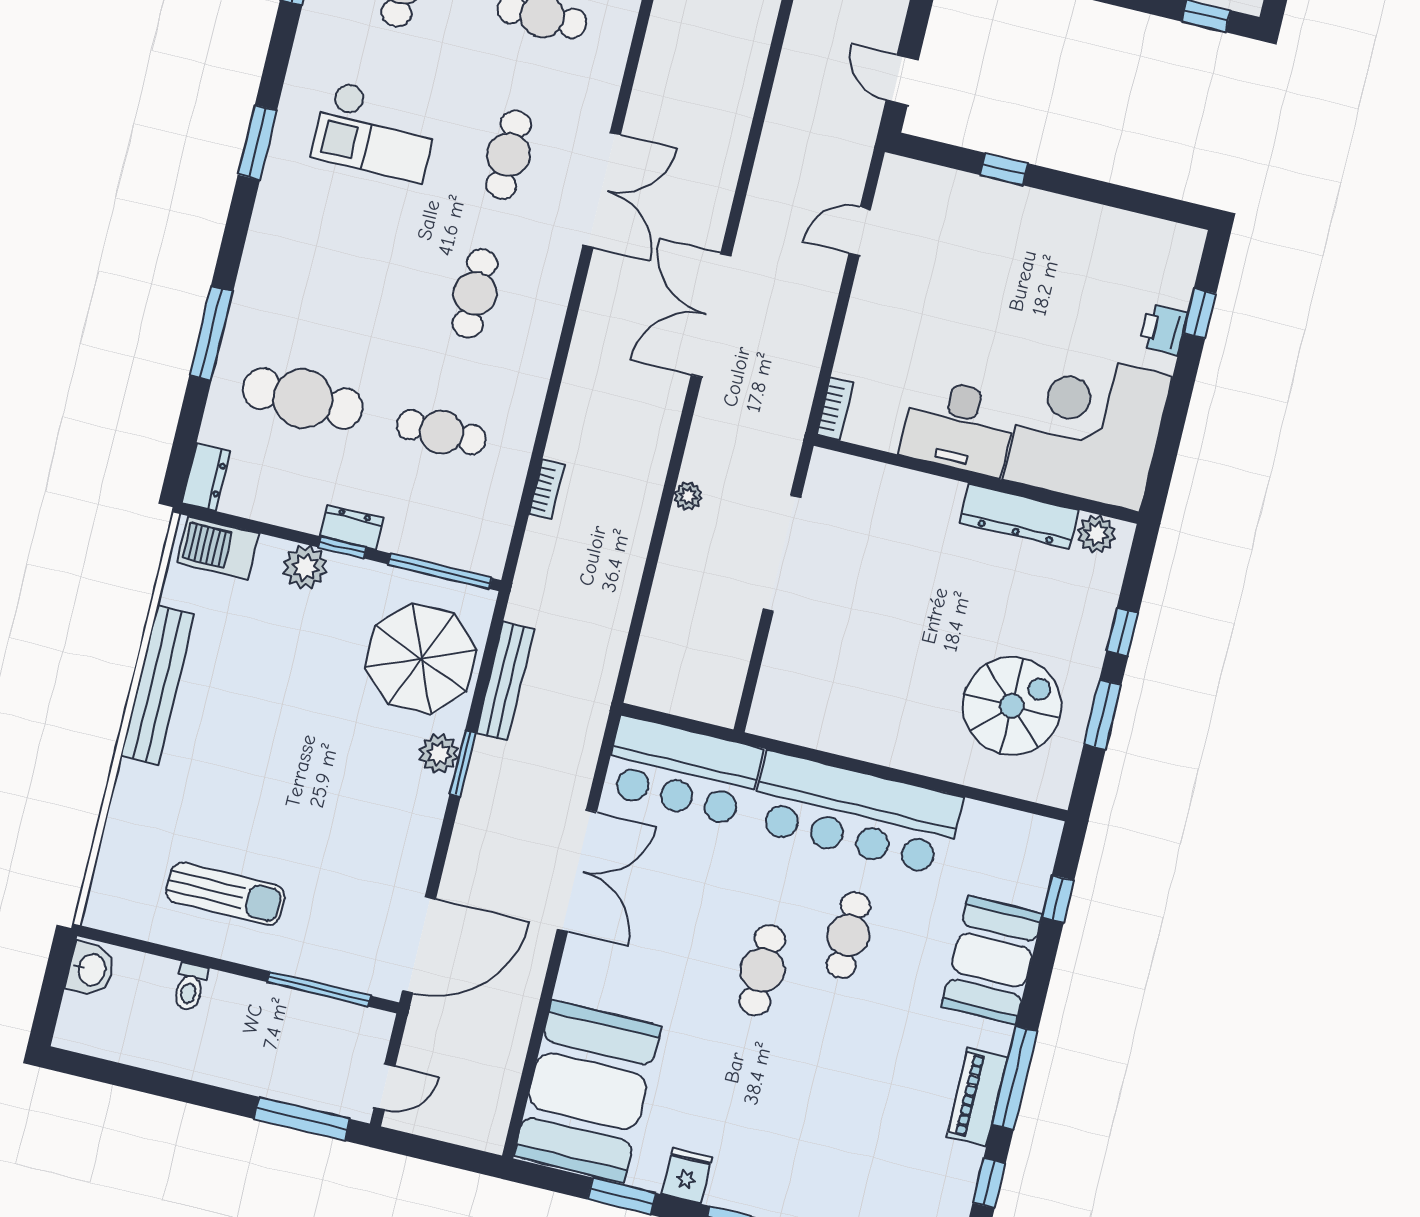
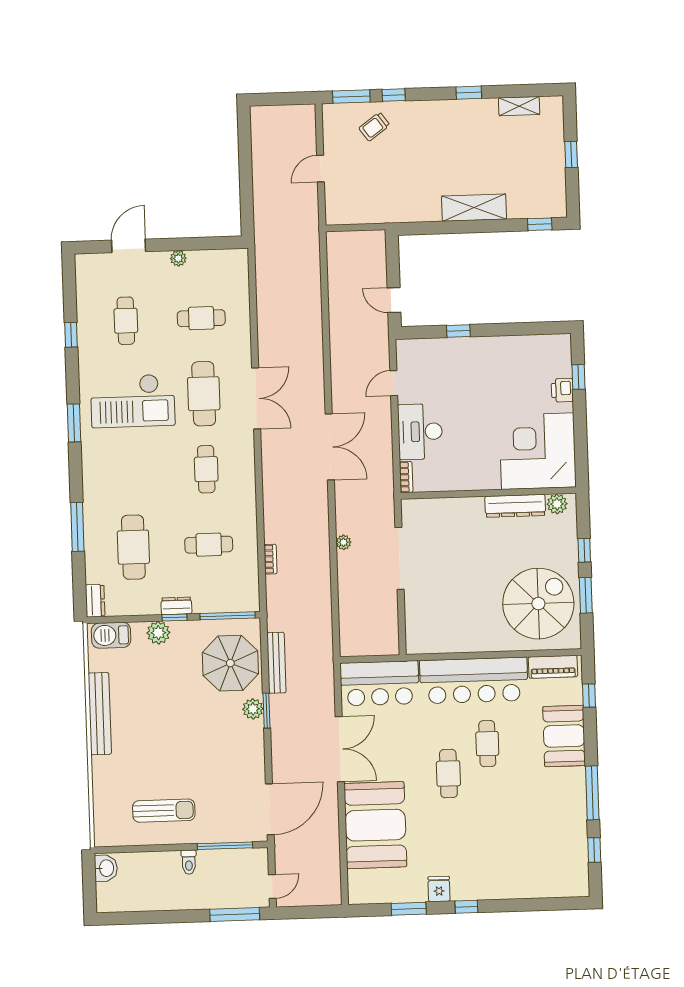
checkout: (376, 132) -> (133, 401), width x1.36, depth x1.21
cafe table: (509, 155) -> (204, 394), width x1.37, depth x1.35
double door: (711, 315) -> (330, 447), swing flipped
cafe table: (303, 399) -> (133, 547), turned 90
desk: (959, 427) -> (420, 432), moved, turned 90
spiral stairs: (1012, 706) -> (538, 604), width x1.37, depth x1.37
toilet: (190, 987) -> (189, 862), moved
booth: (588, 1091) -> (375, 825), moved
piano: (977, 1097) -> (553, 667), moved, turned -90

